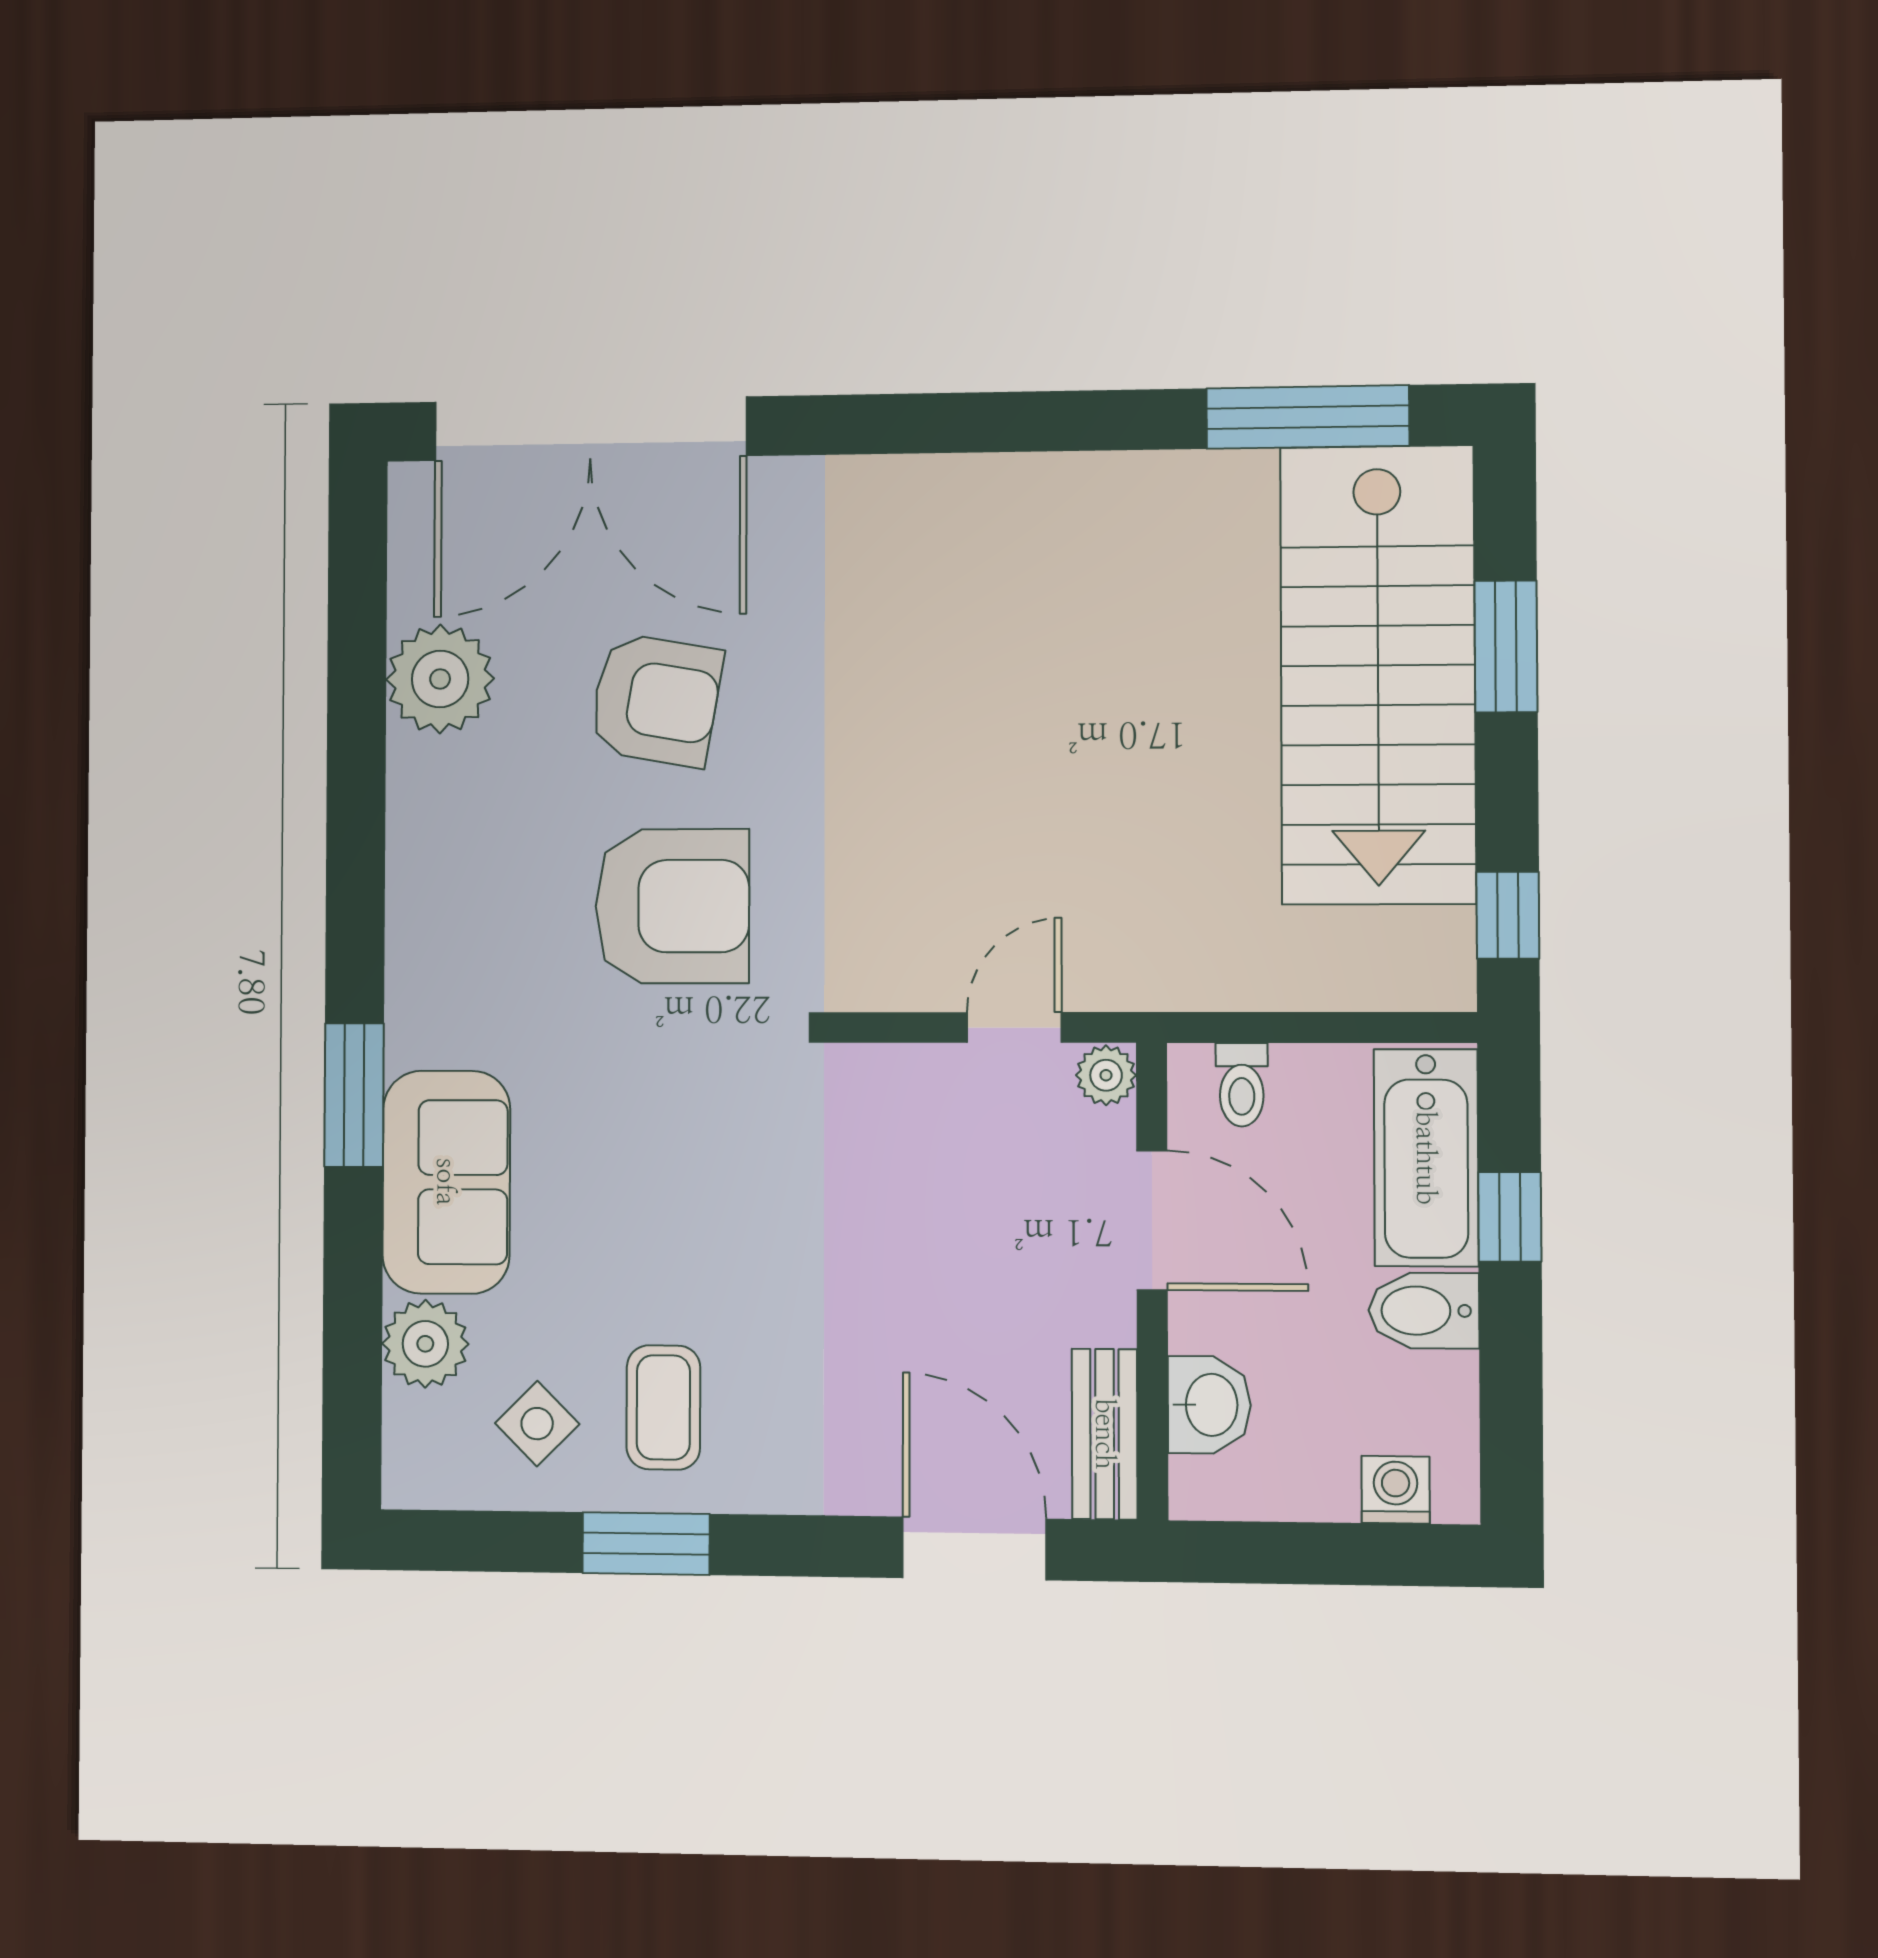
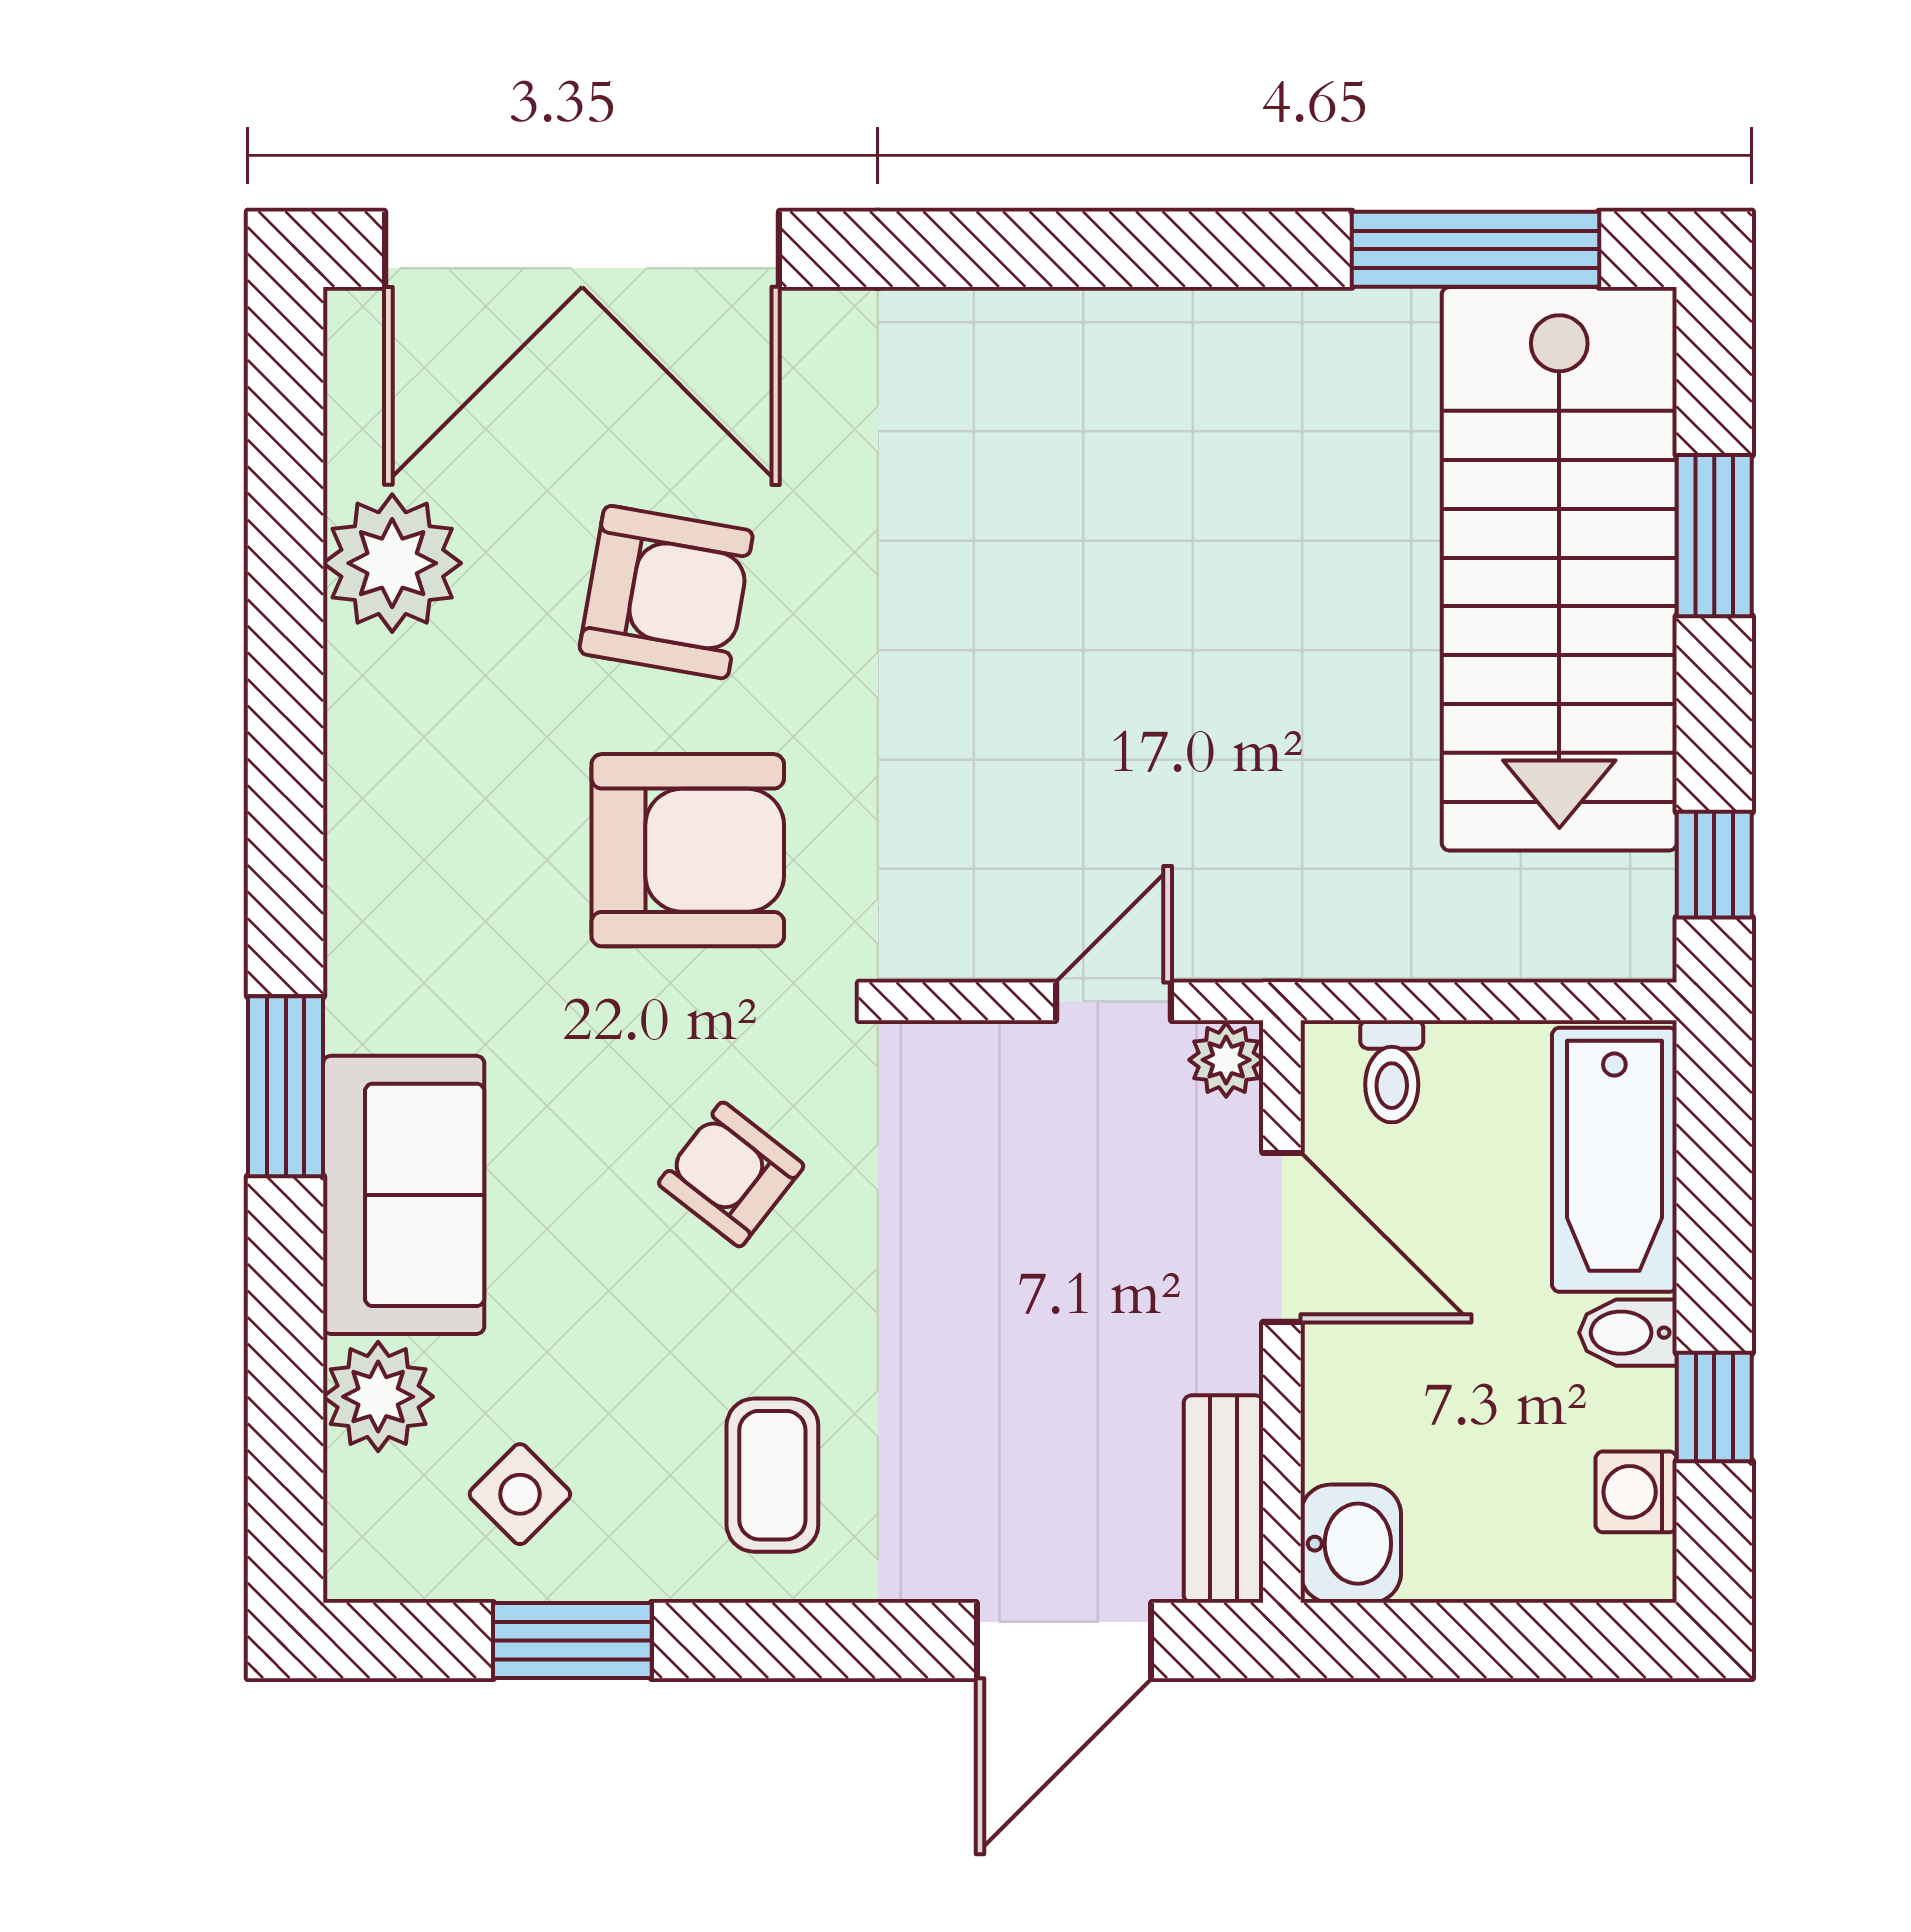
armchair: (706, 1167) -> (731, 1174), added
window: (1510, 1217) -> (1714, 1407), moved
bidet: (1424, 1311) -> (1628, 1333), width x0.72, depth x0.74
washbasin: (1209, 1405) -> (1351, 1544), moved
coffee table: (663, 1407) -> (772, 1475), moved
washing machine: (1396, 1490) -> (1636, 1492), moved, turned -90
window: (646, 1544) -> (572, 1640), moved
door: (974, 1548) -> (1064, 1640), swing flipped

